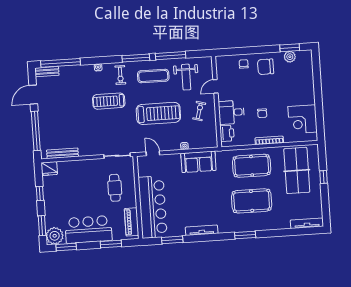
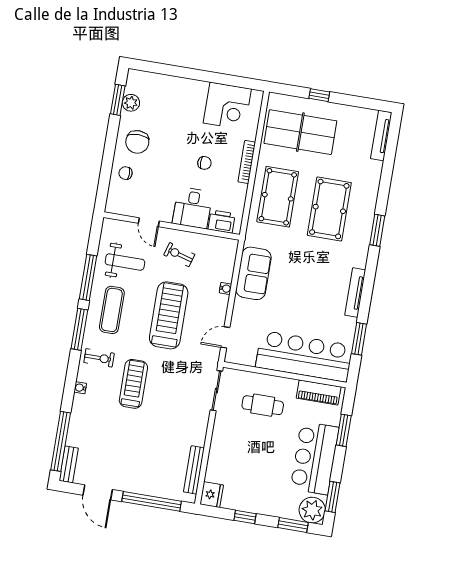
treadmill: (109, 101) -> (133, 384), turned 180

